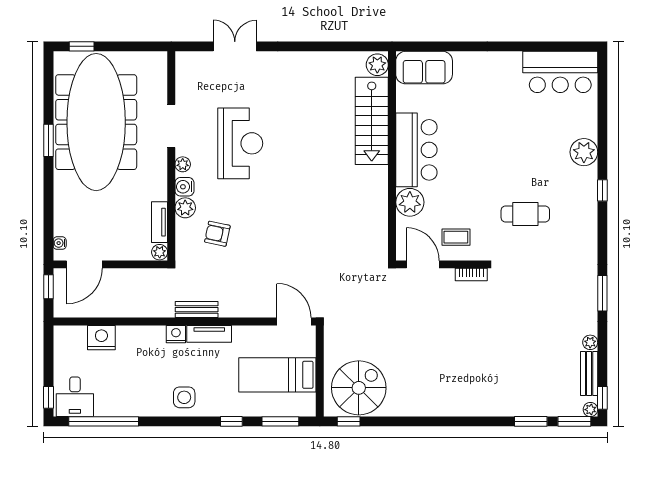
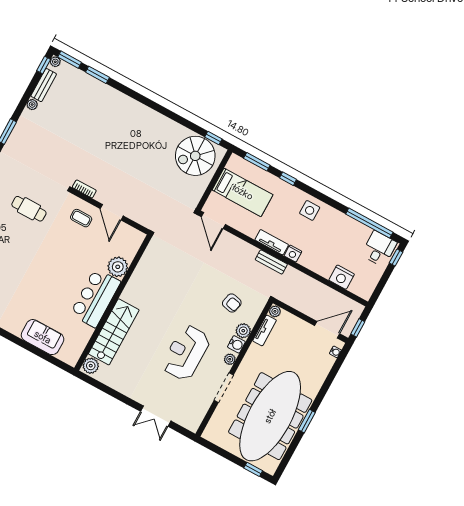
plant: (377, 65) -> (91, 366), moved
stairs: (372, 121) -> (114, 332), moved
bar counter: (416, 150) -> (95, 298), moved
wall: (392, 156) -> (113, 303), moved
plant: (410, 202) -> (118, 267), moved

